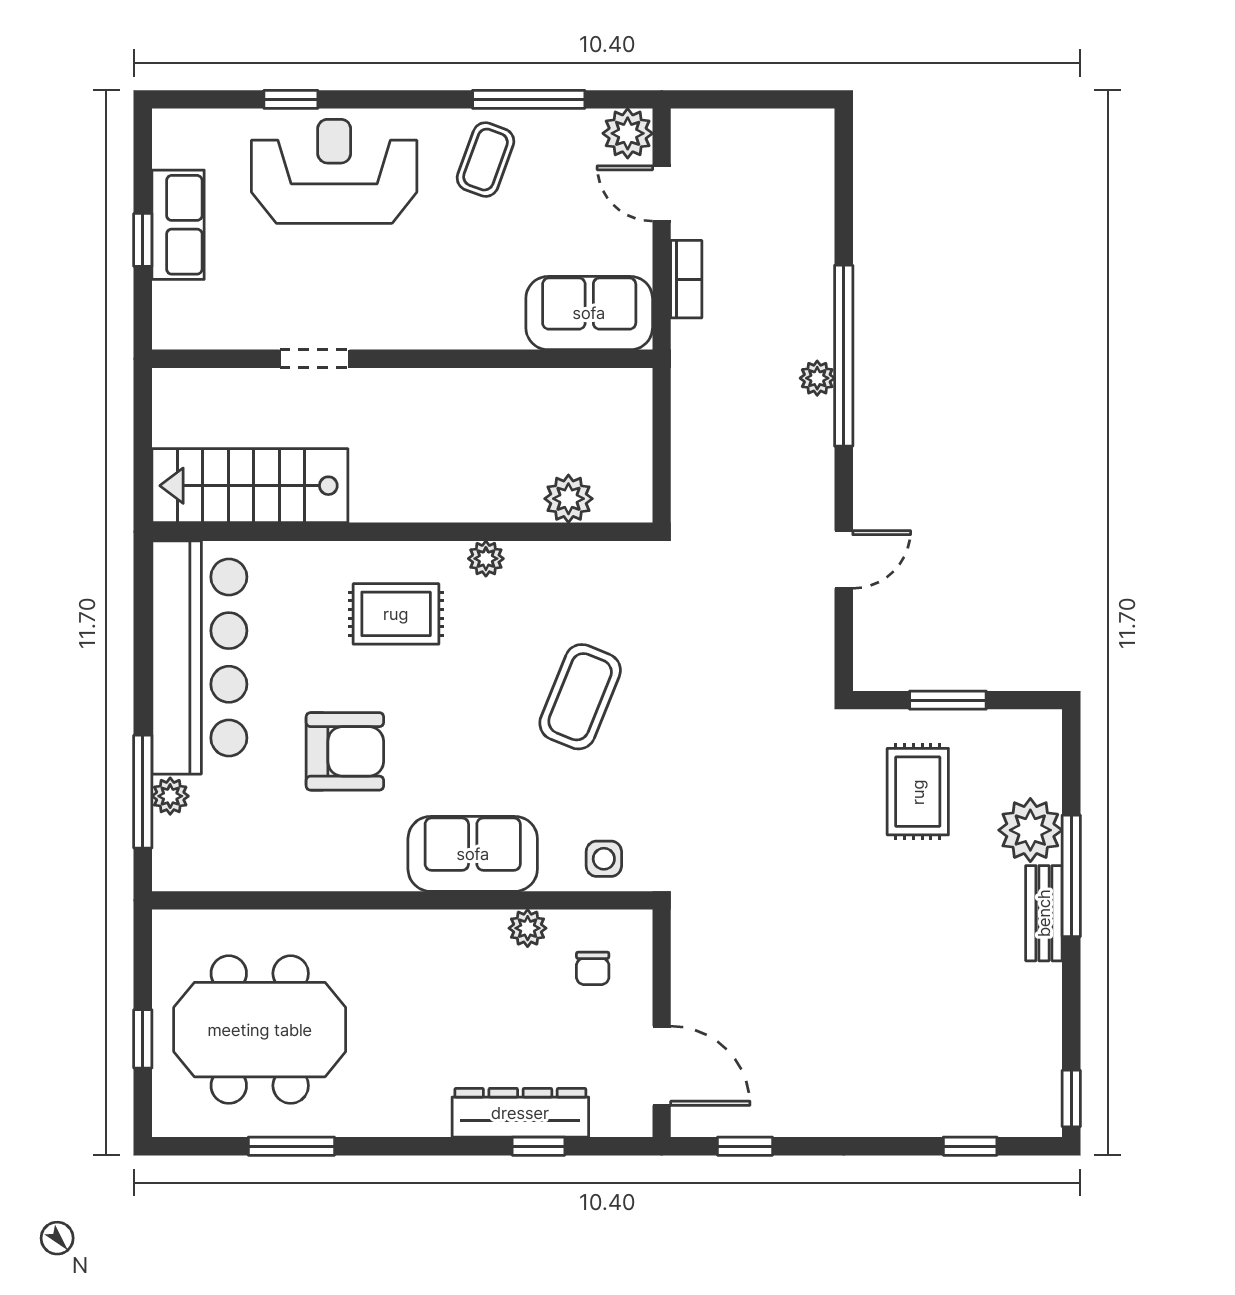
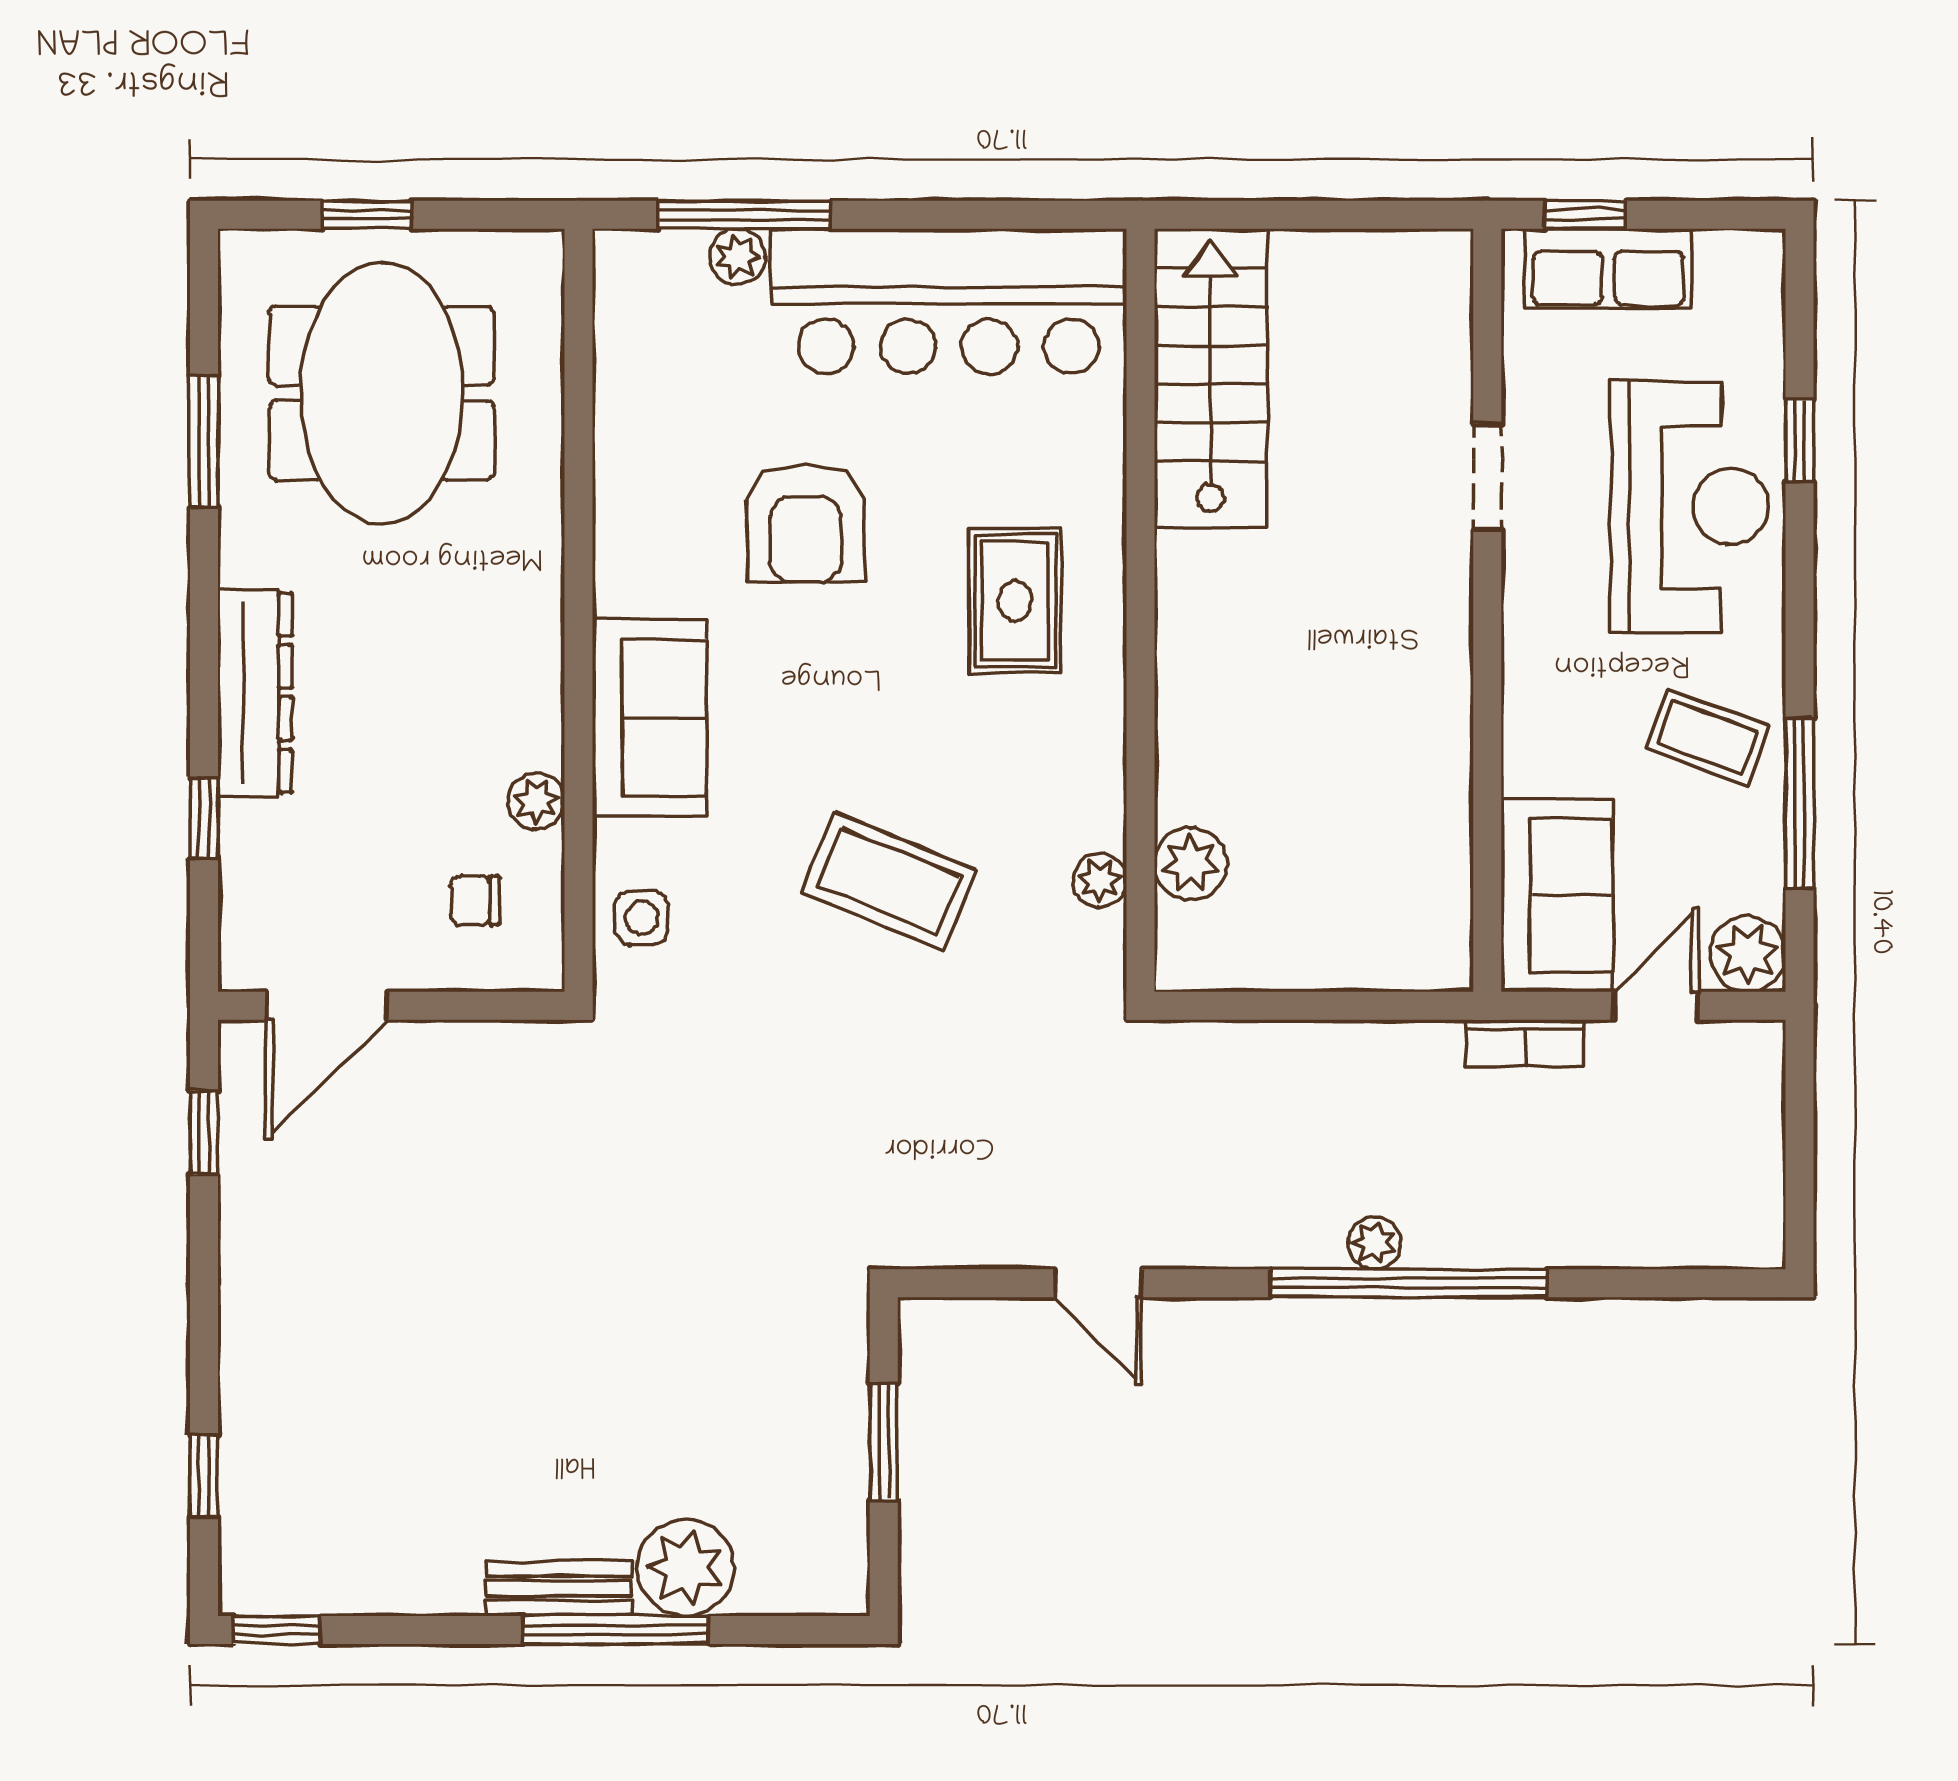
sofa: (589, 313) -> (1557, 895), moved
doorway: (315, 359) -> (1487, 477), moved
wall: (402, 359) -> (1487, 610), moved
plant: (486, 559) -> (1100, 880), moved
rug: (918, 792) -> (744, 1396), removed
dresser: (520, 1113) -> (255, 693), moved

